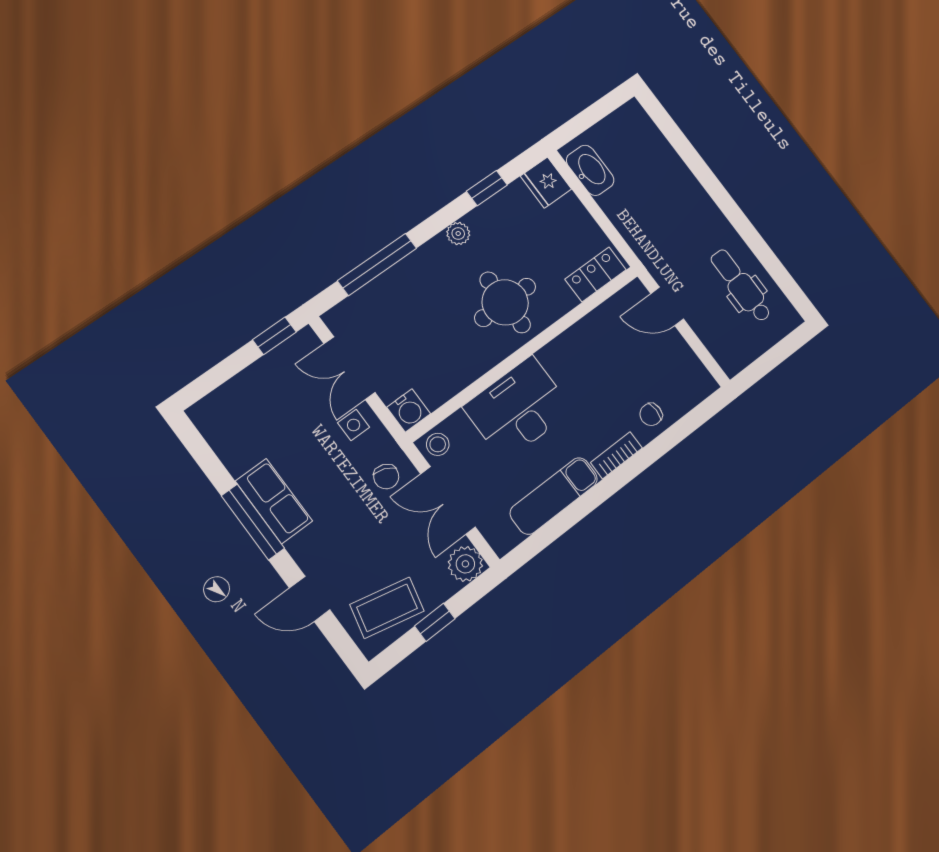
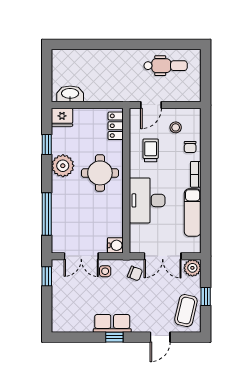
plant: (458, 233) -> (63, 166), width x1.87, depth x1.87
dental chair: (741, 286) -> (166, 66), turned 180
trolley: (600, 356) -> (151, 150), added
stool: (438, 444) -> (176, 127), moved
window: (253, 522) -> (114, 337), width x0.46

